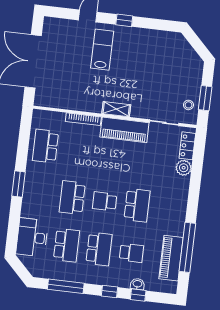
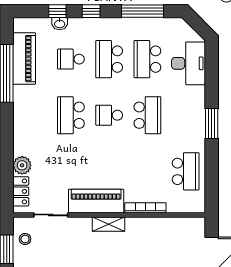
school desk: (105, 201) -> (109, 115), turned 180

